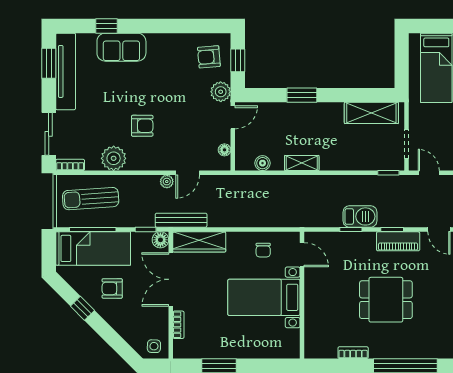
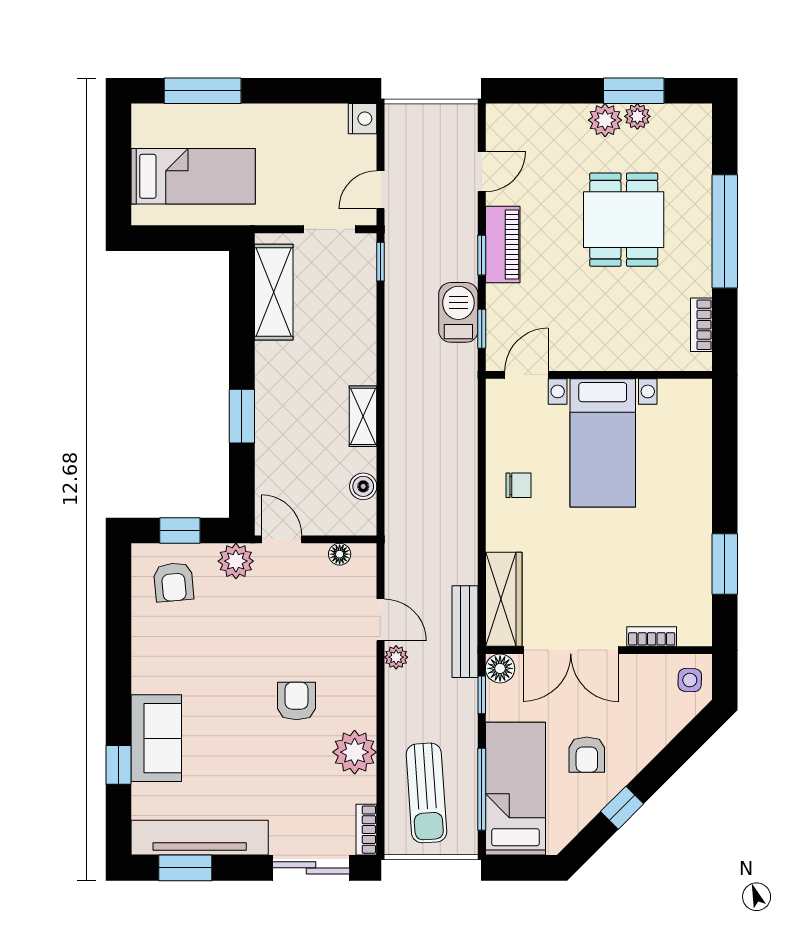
door: (302, 255) -> (527, 375), moved
wall: (302, 295) -> (599, 375), moved
bed with nightstands: (264, 297) -> (603, 443), moved
dining table: (386, 300) -> (624, 220), moved

